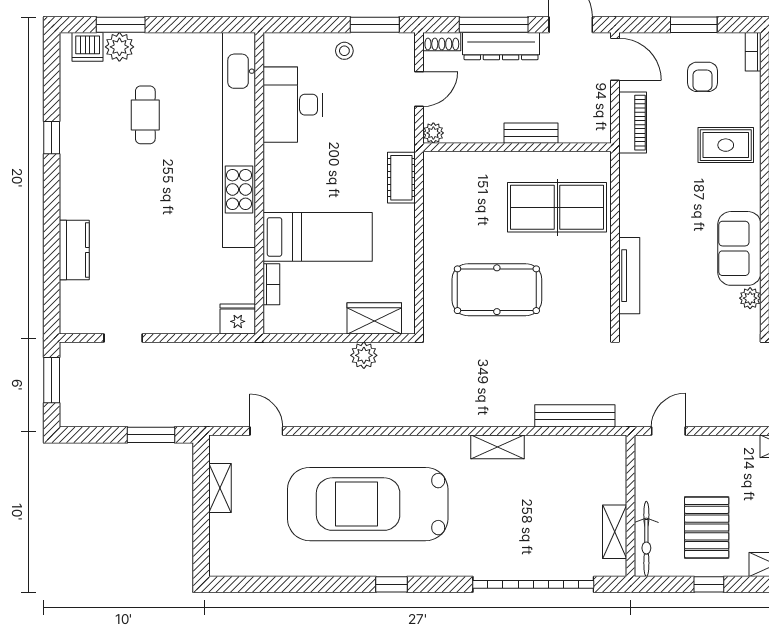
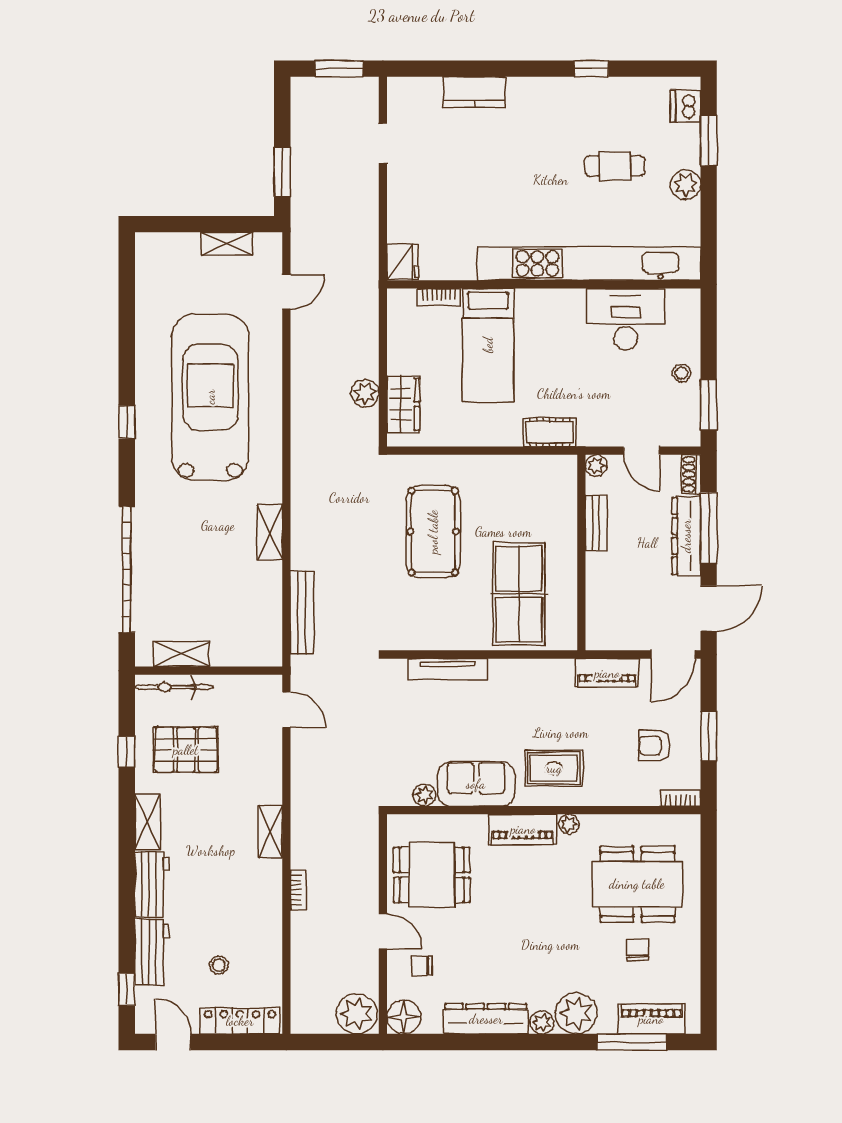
plant: (119, 47) -> (686, 185), moved
bench: (531, 133) -> (596, 523), moved
rug: (726, 145) -> (554, 768), moved, turned 90

